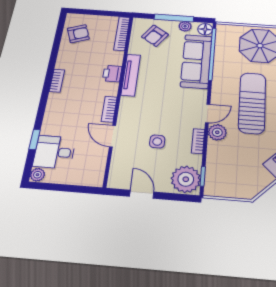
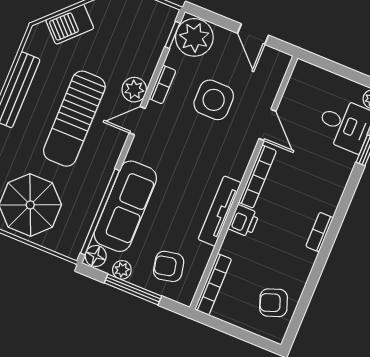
armchair: (155, 36) -> (169, 266), turned -136
bookcase: (109, 109) -> (257, 177), width x1.56
side table: (157, 142) -> (214, 100), width x1.87, depth x1.87

